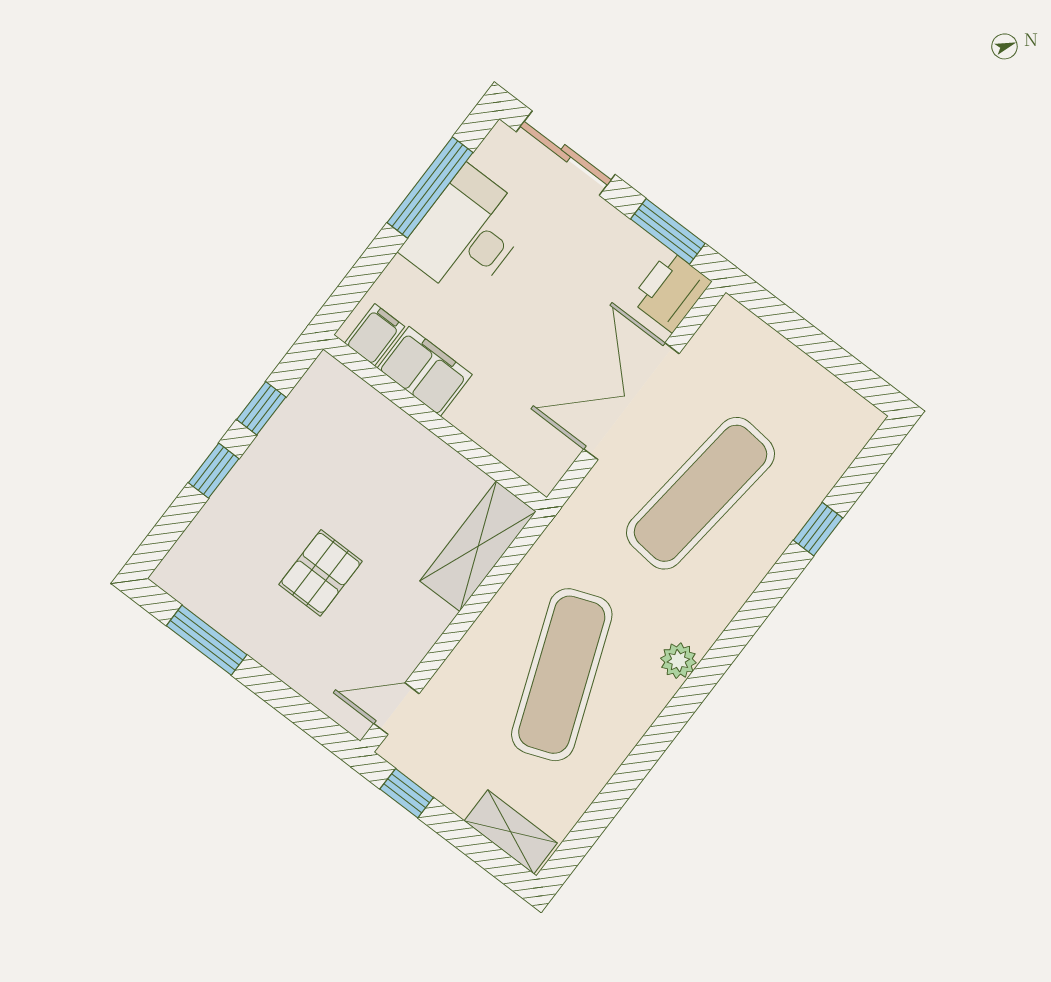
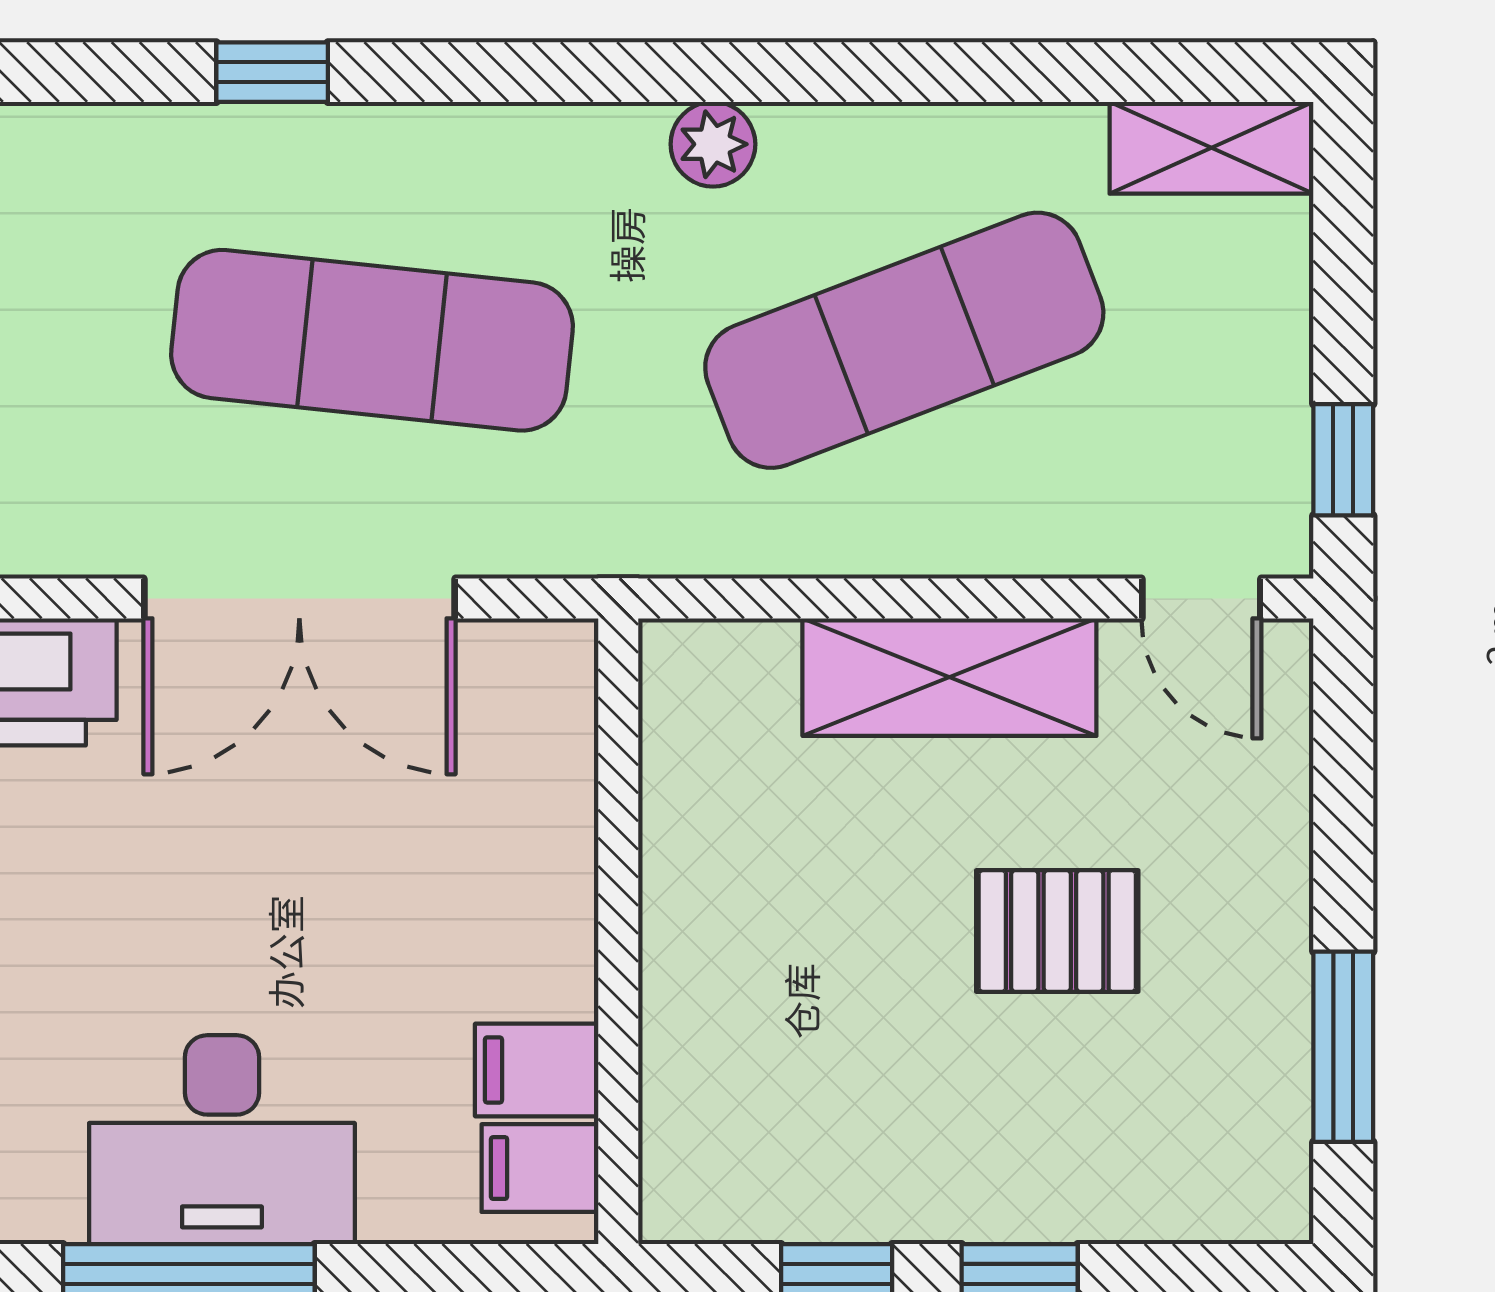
filing cabinet: (425, 371) -> (537, 1070), width x0.50
shelving: (478, 546) -> (949, 677), moved
shelving: (511, 832) -> (1212, 148), moved, turned 90

